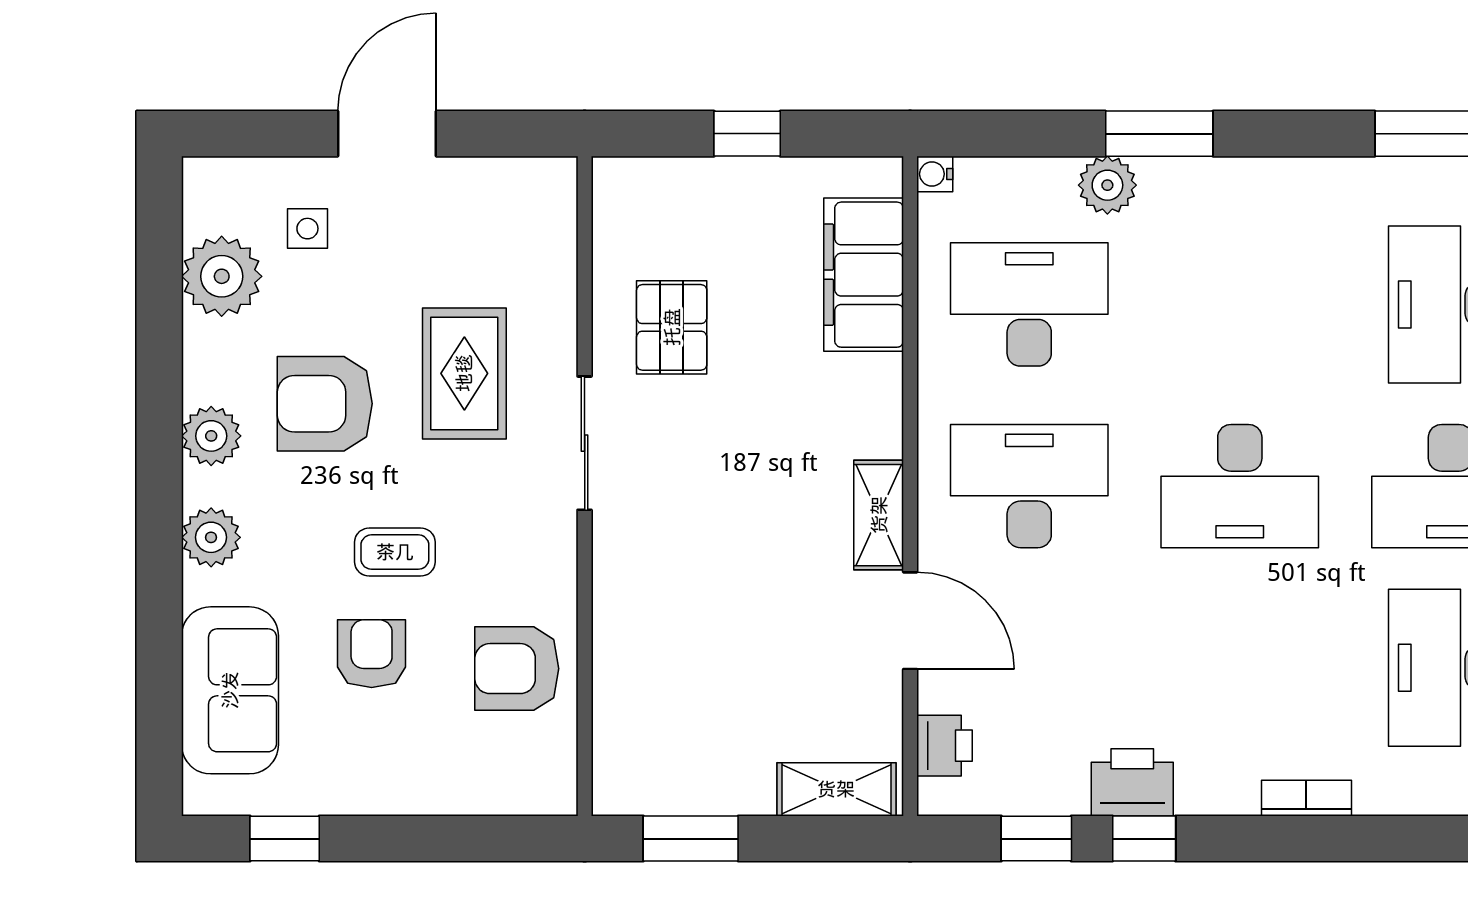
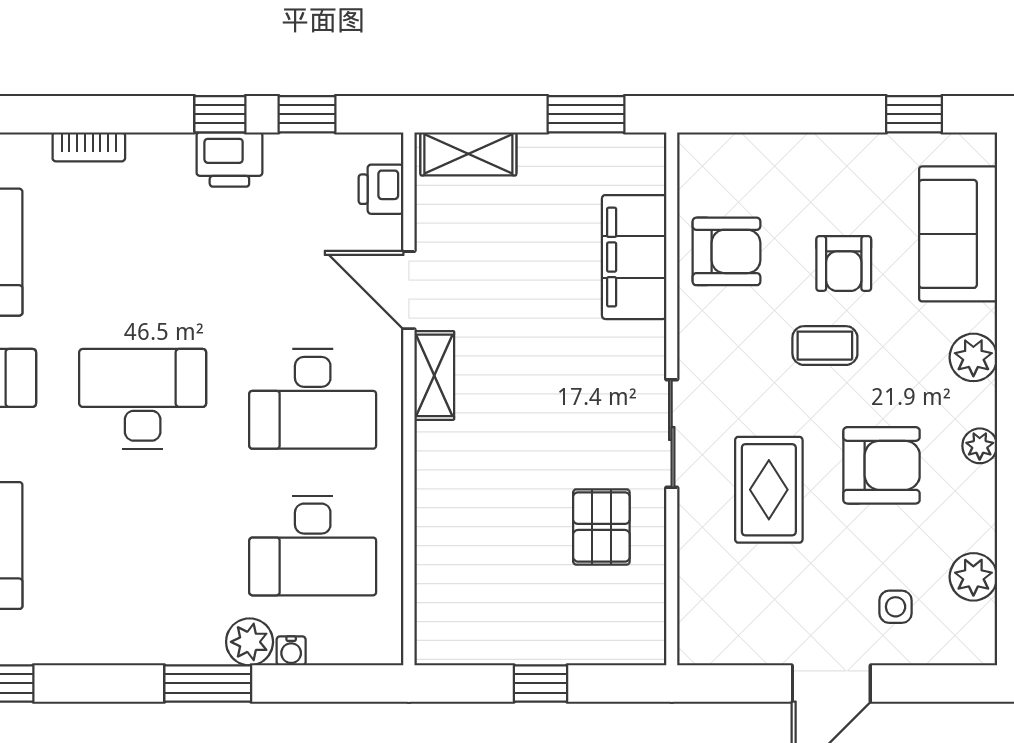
water cooler: (935, 174) -> (291, 651), moved, turned 90
filing cabinet: (864, 275) -> (634, 257), moved, turned 180
plant: (222, 276) -> (973, 577), width x0.73, depth x0.73
plant: (211, 436) -> (980, 446), width x0.73, depth x0.73

